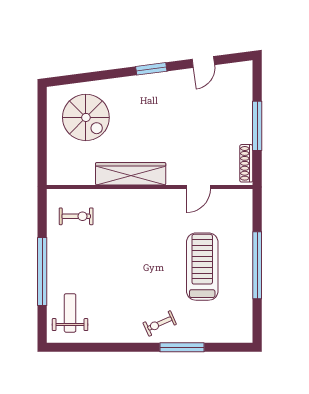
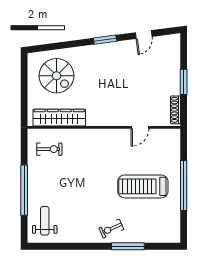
window: (257, 126) -> (184, 82), width x0.69
wardrobe: (131, 174) -> (59, 118), moved
treadmill: (202, 267) -> (143, 186), turned -90

